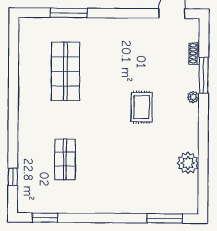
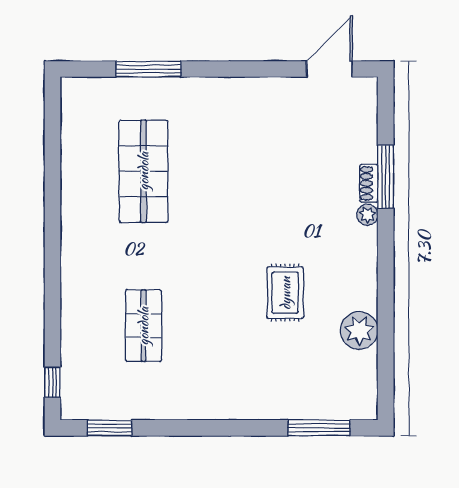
shoe rack: (194, 53) -> (369, 183), moved
rug: (142, 107) -> (285, 293), moved
window: (13, 177) -> (52, 382), moved

